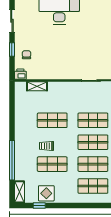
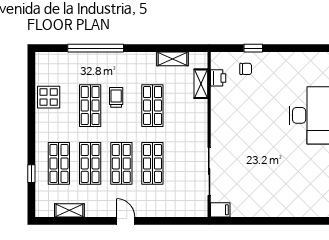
sliding door: (12, 21) -> (294, 48), removed
printer: (20, 74) -> (218, 78), moved
shelving: (20, 192) -> (173, 59), moved
window: (39, 205) -> (31, 174), moved

